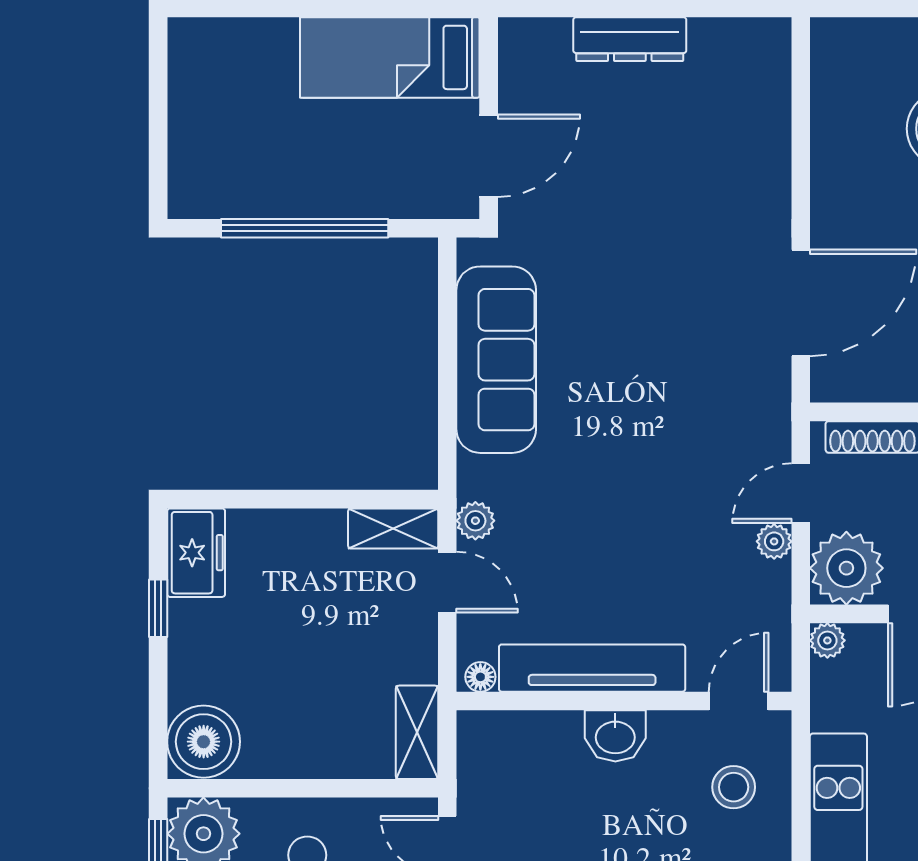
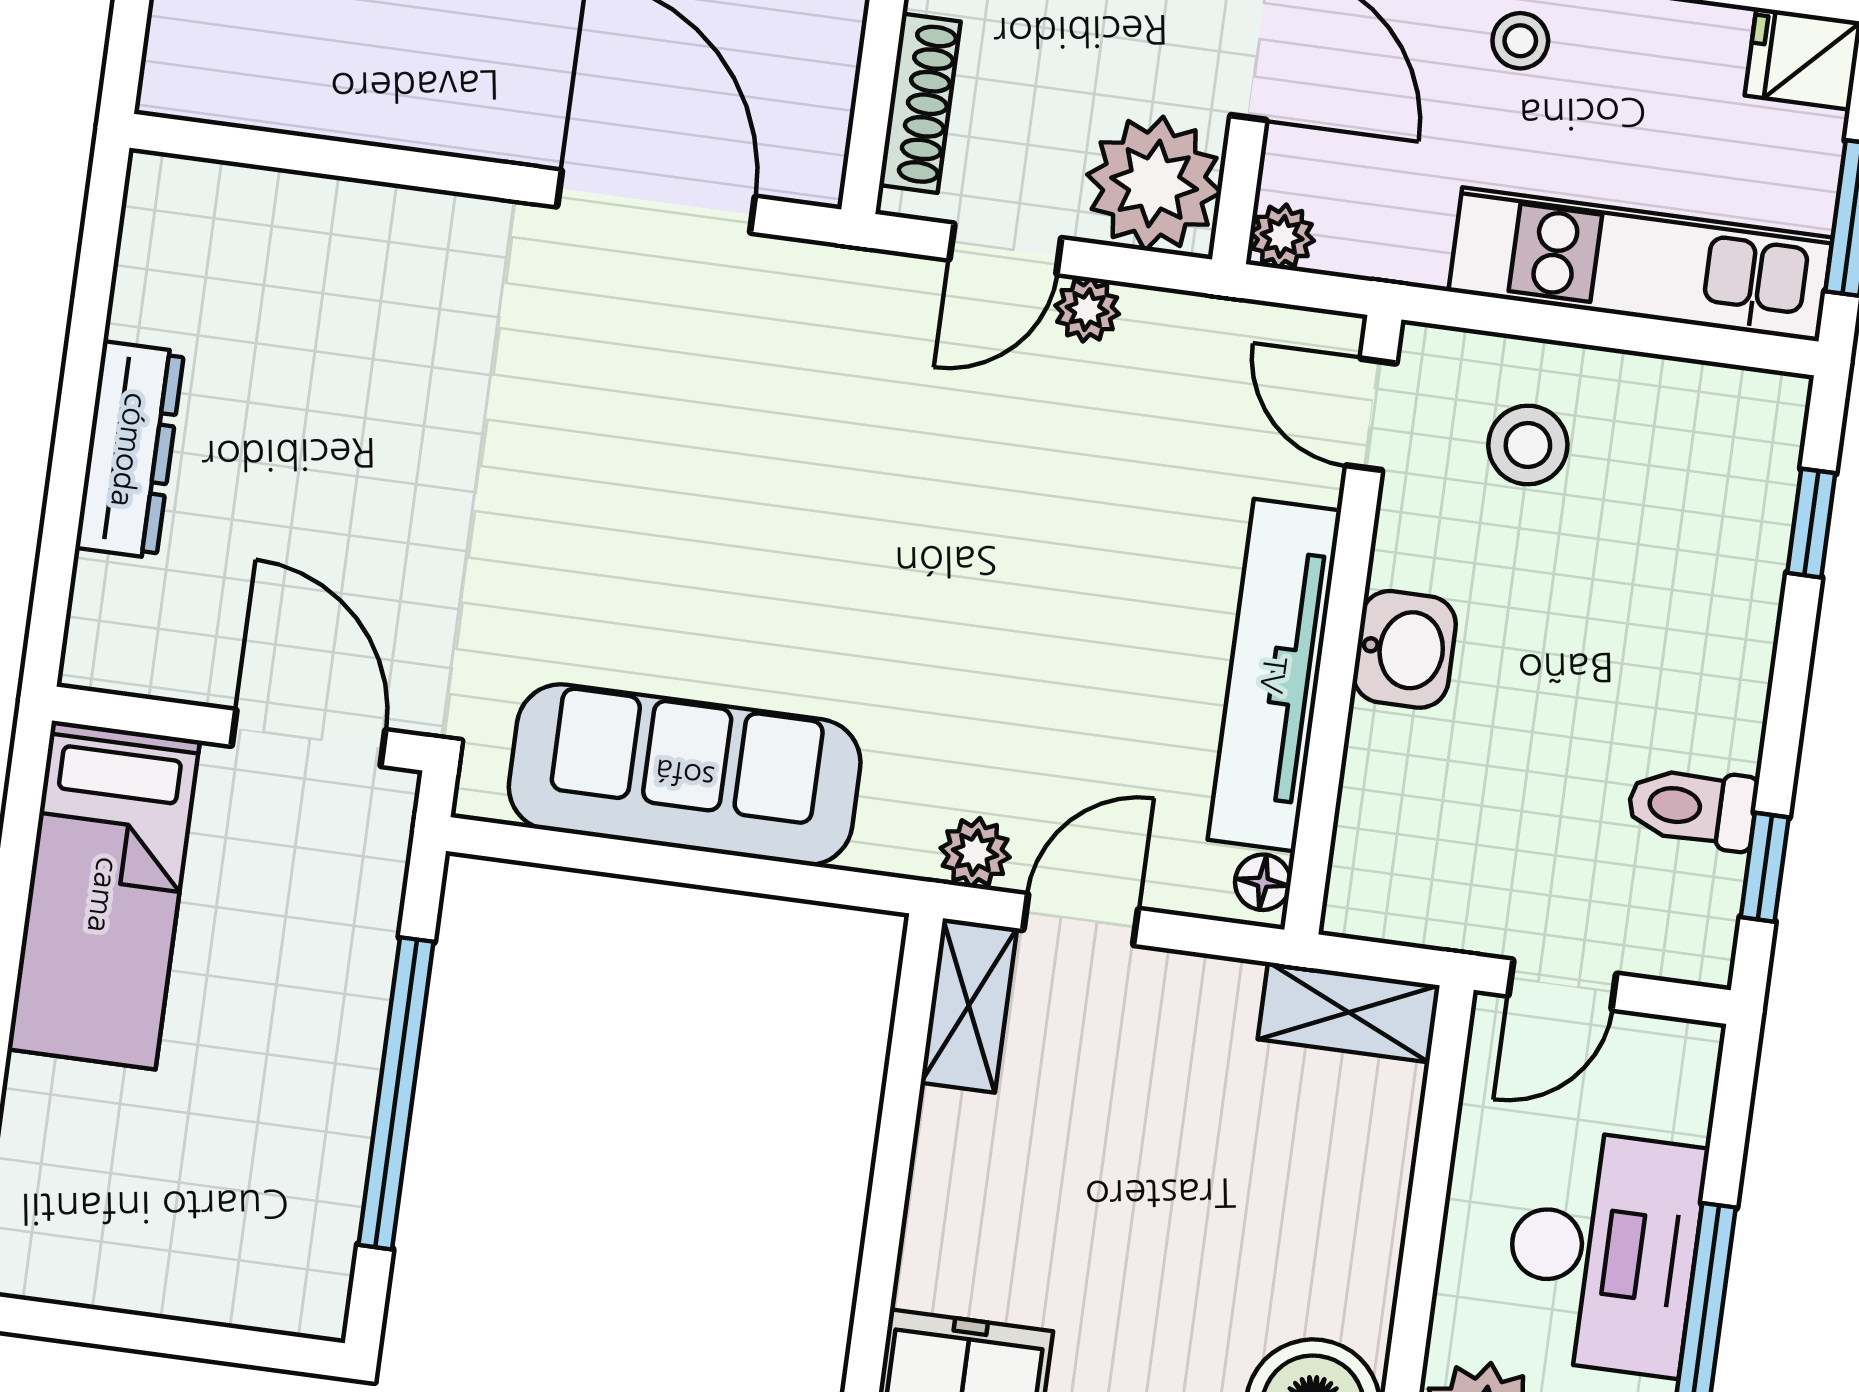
door: (801, 493) -> (1005, 249), hinge flipped

